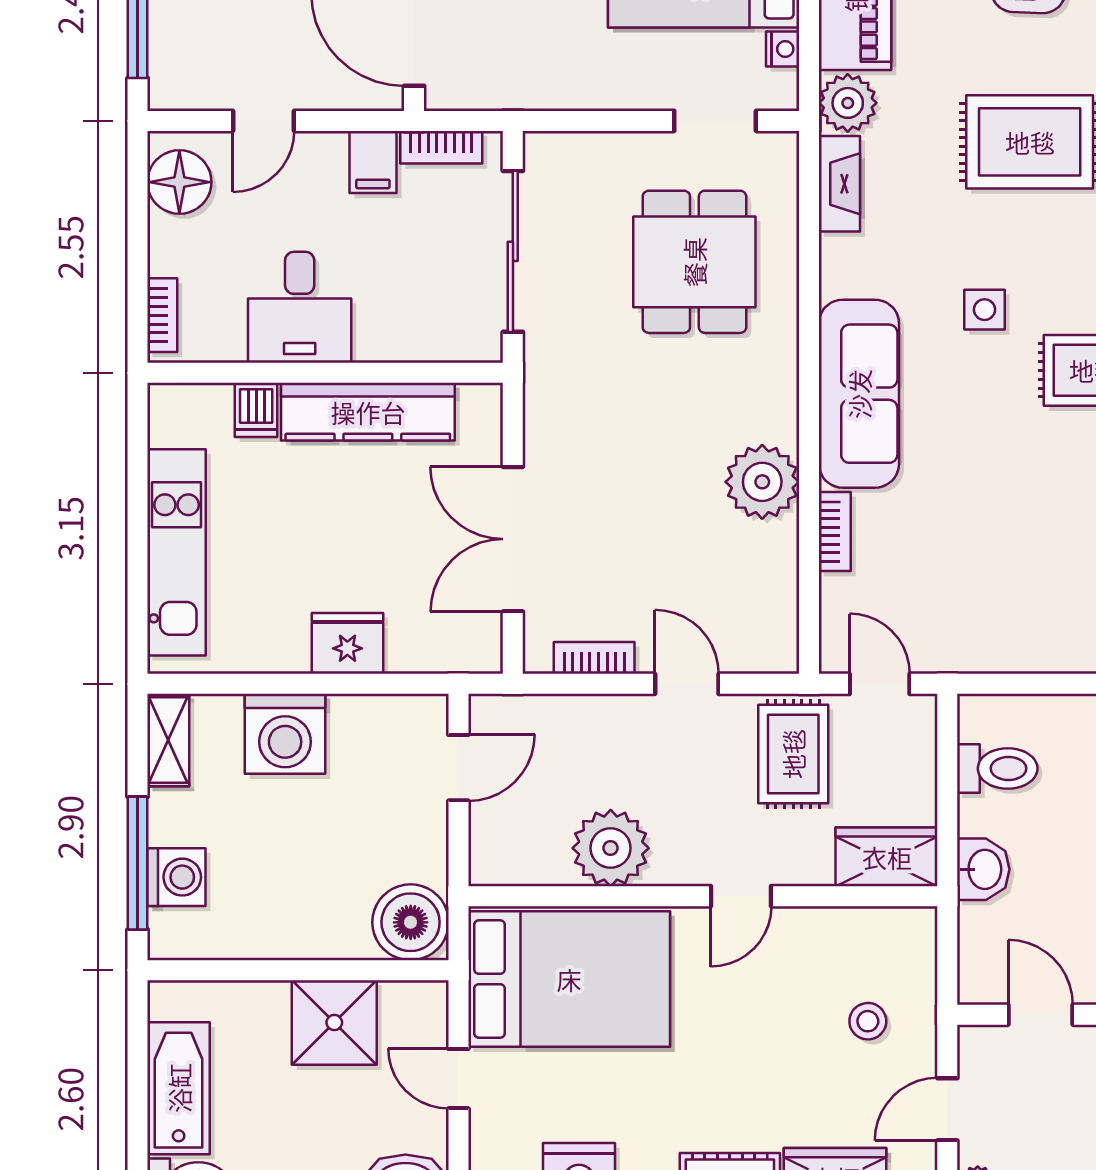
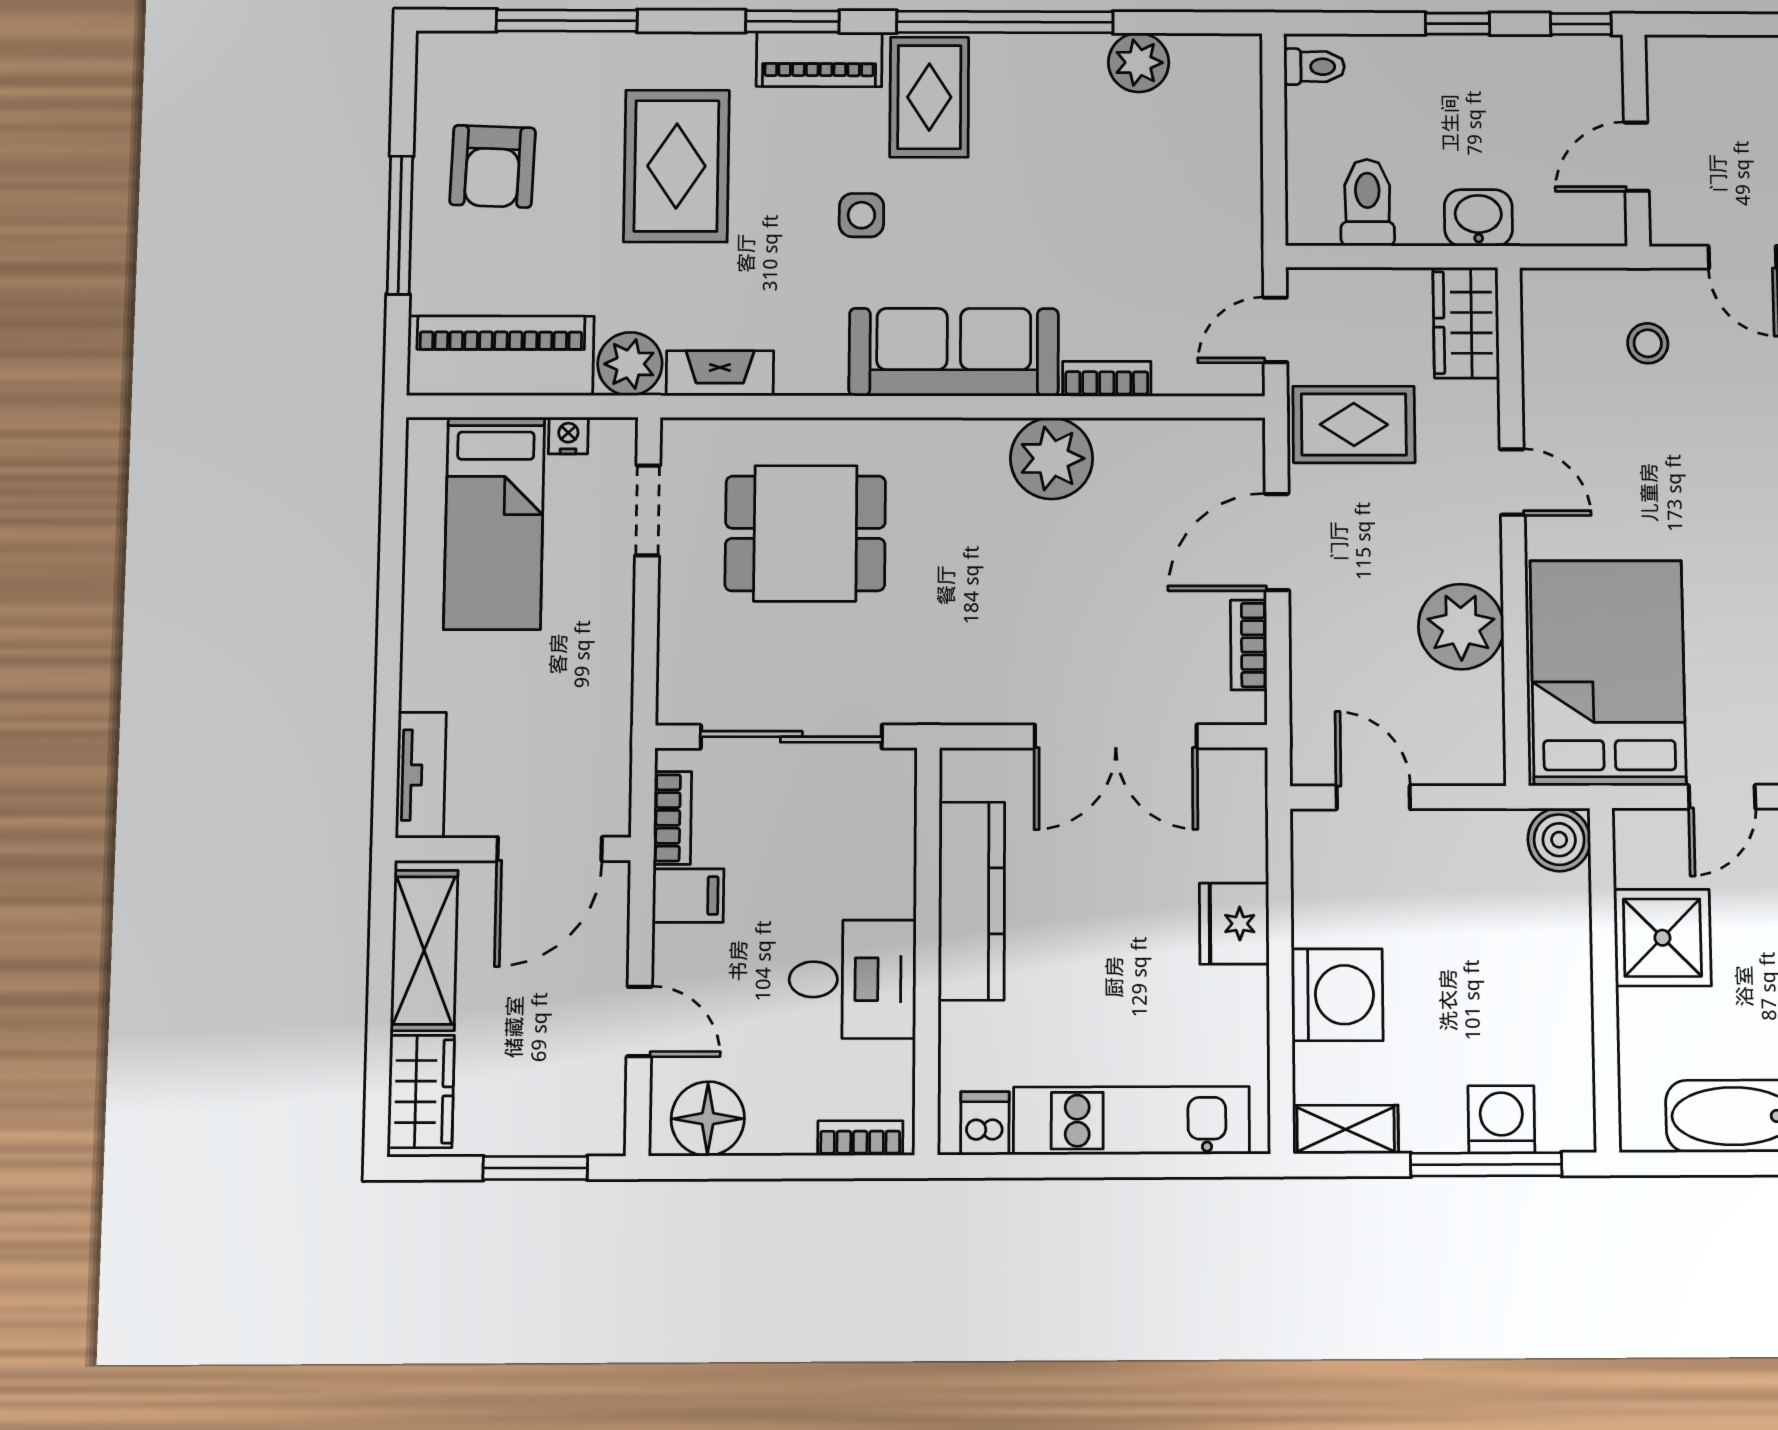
dishwasher: (256, 410) -> (985, 1123), moved, turned -90
door: (687, 684) -> (1277, 542), width x1.38
boiler: (411, 922) -> (1559, 840), width x0.73, depth x0.73

